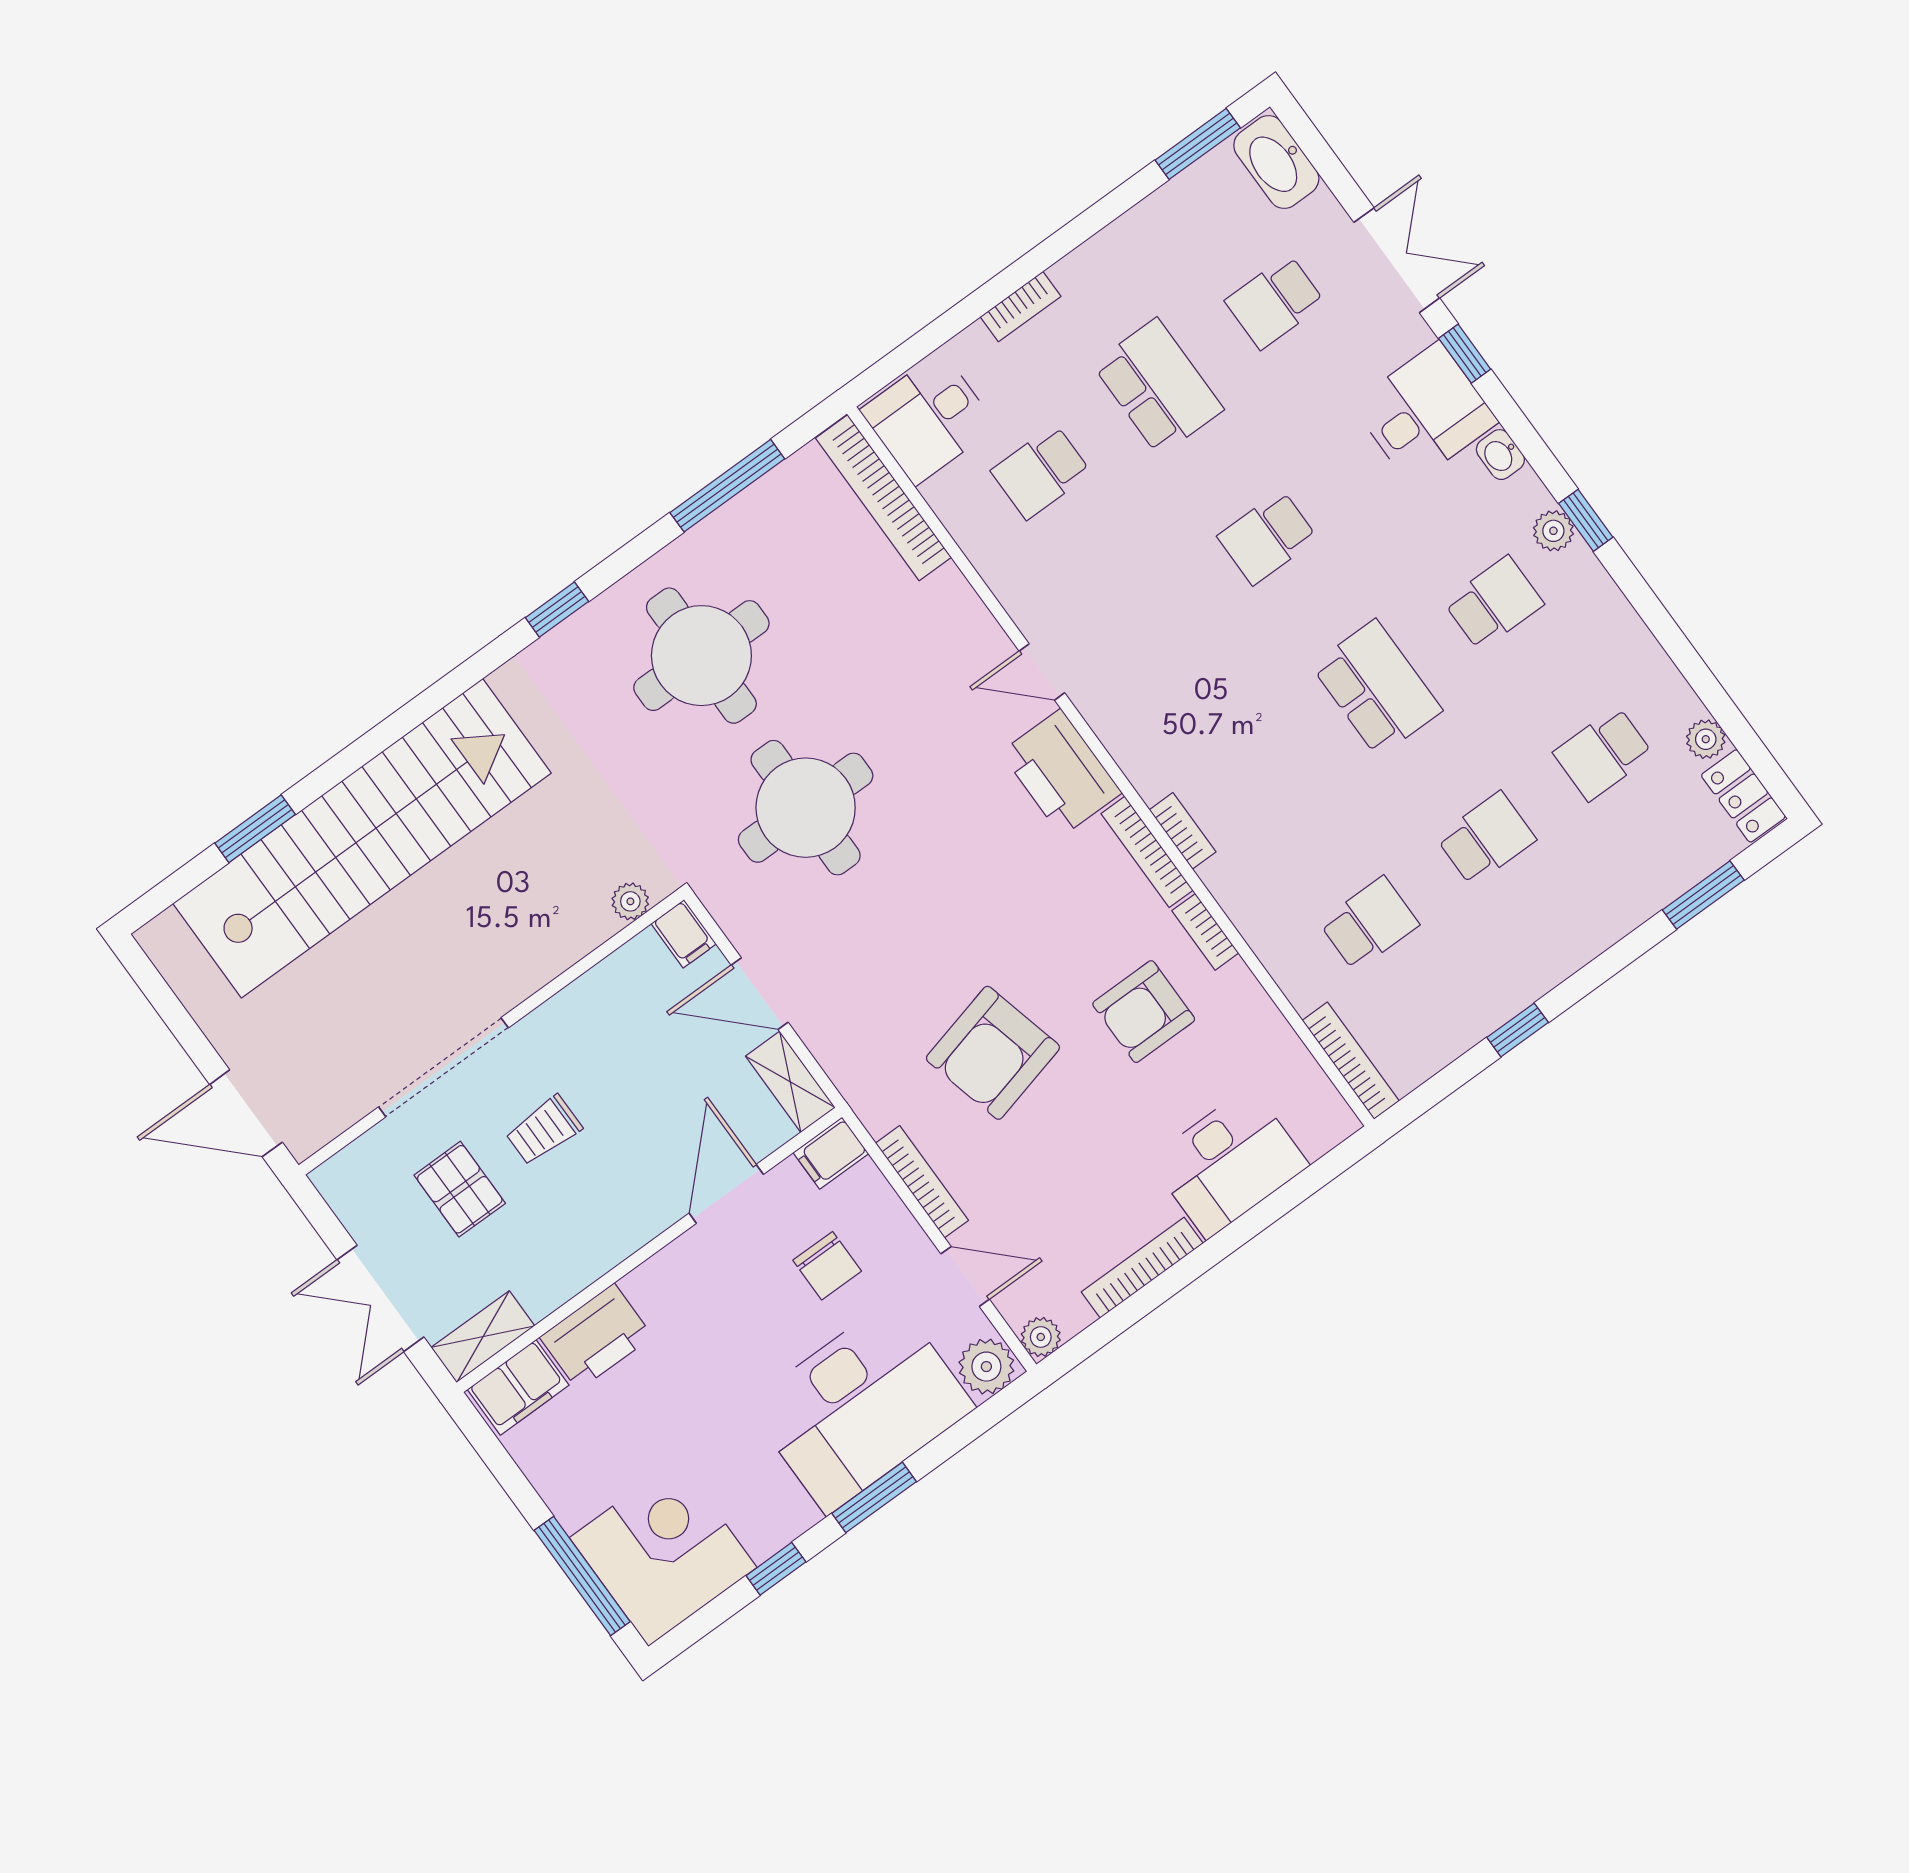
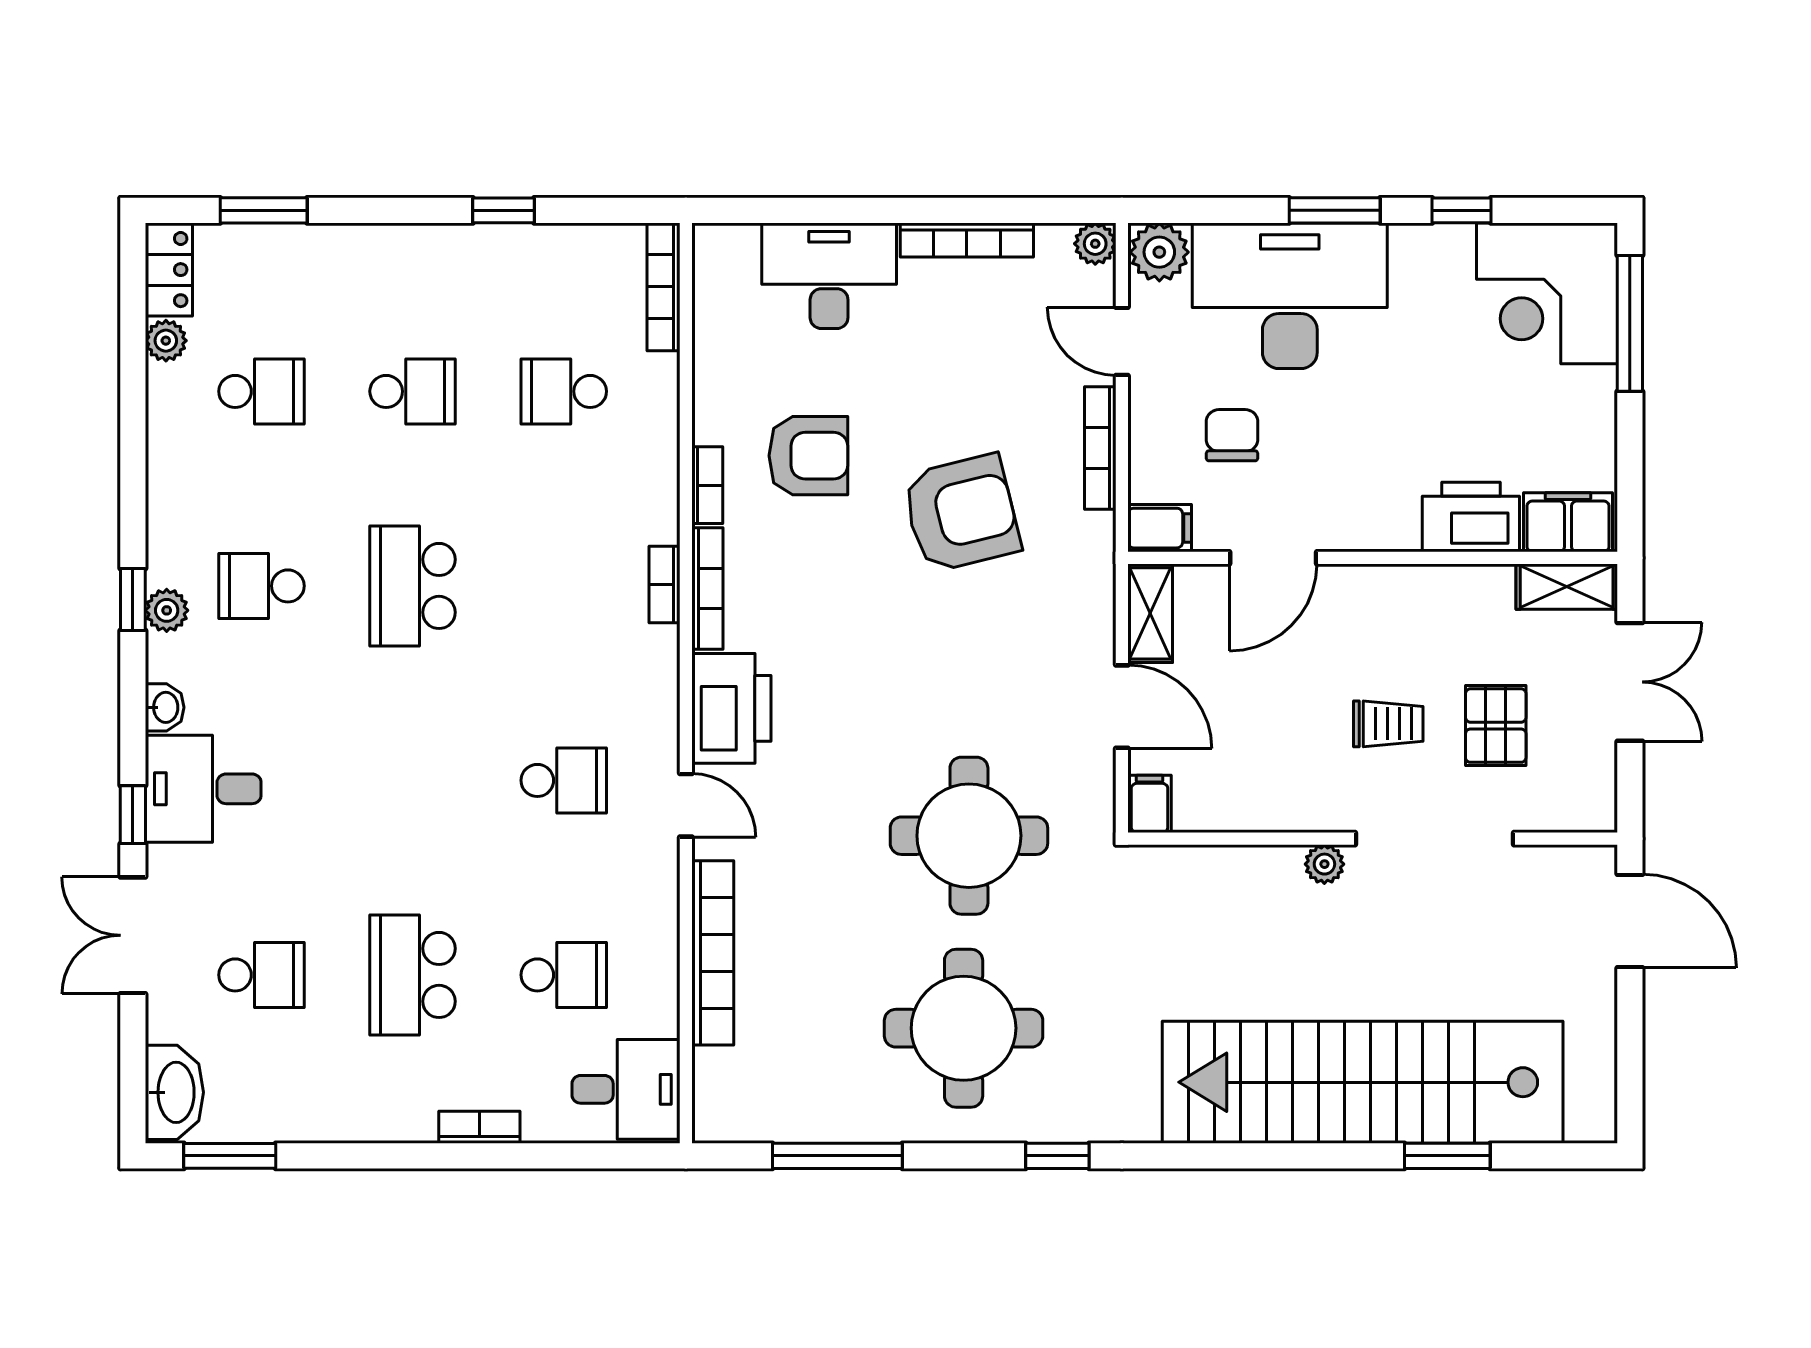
bookcase: (883, 498) -> (713, 953), moved
school desk: (1267, 537) -> (564, 780), moved
school desk: (1486, 839) -> (413, 391), turned 180
plant: (630, 901) -> (1324, 864), moved

